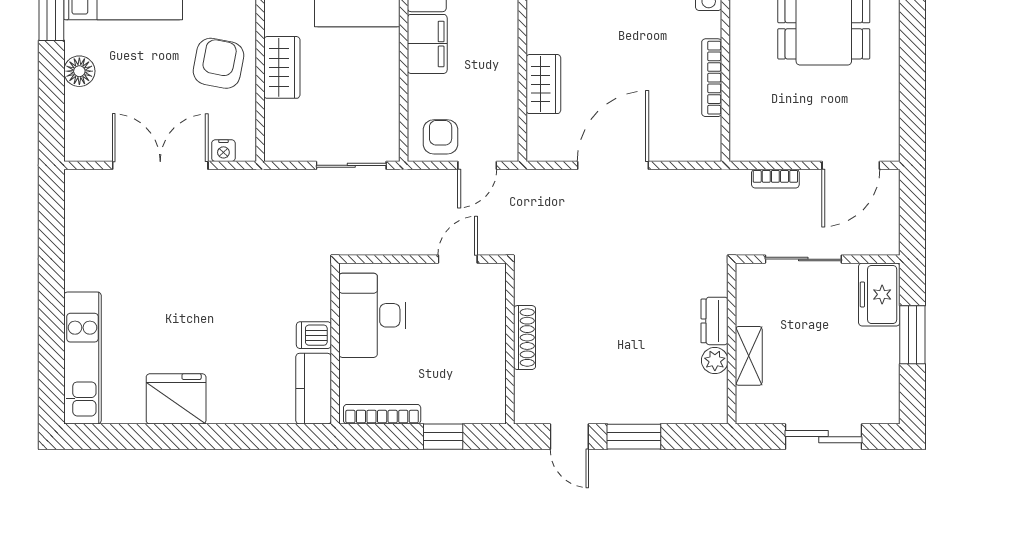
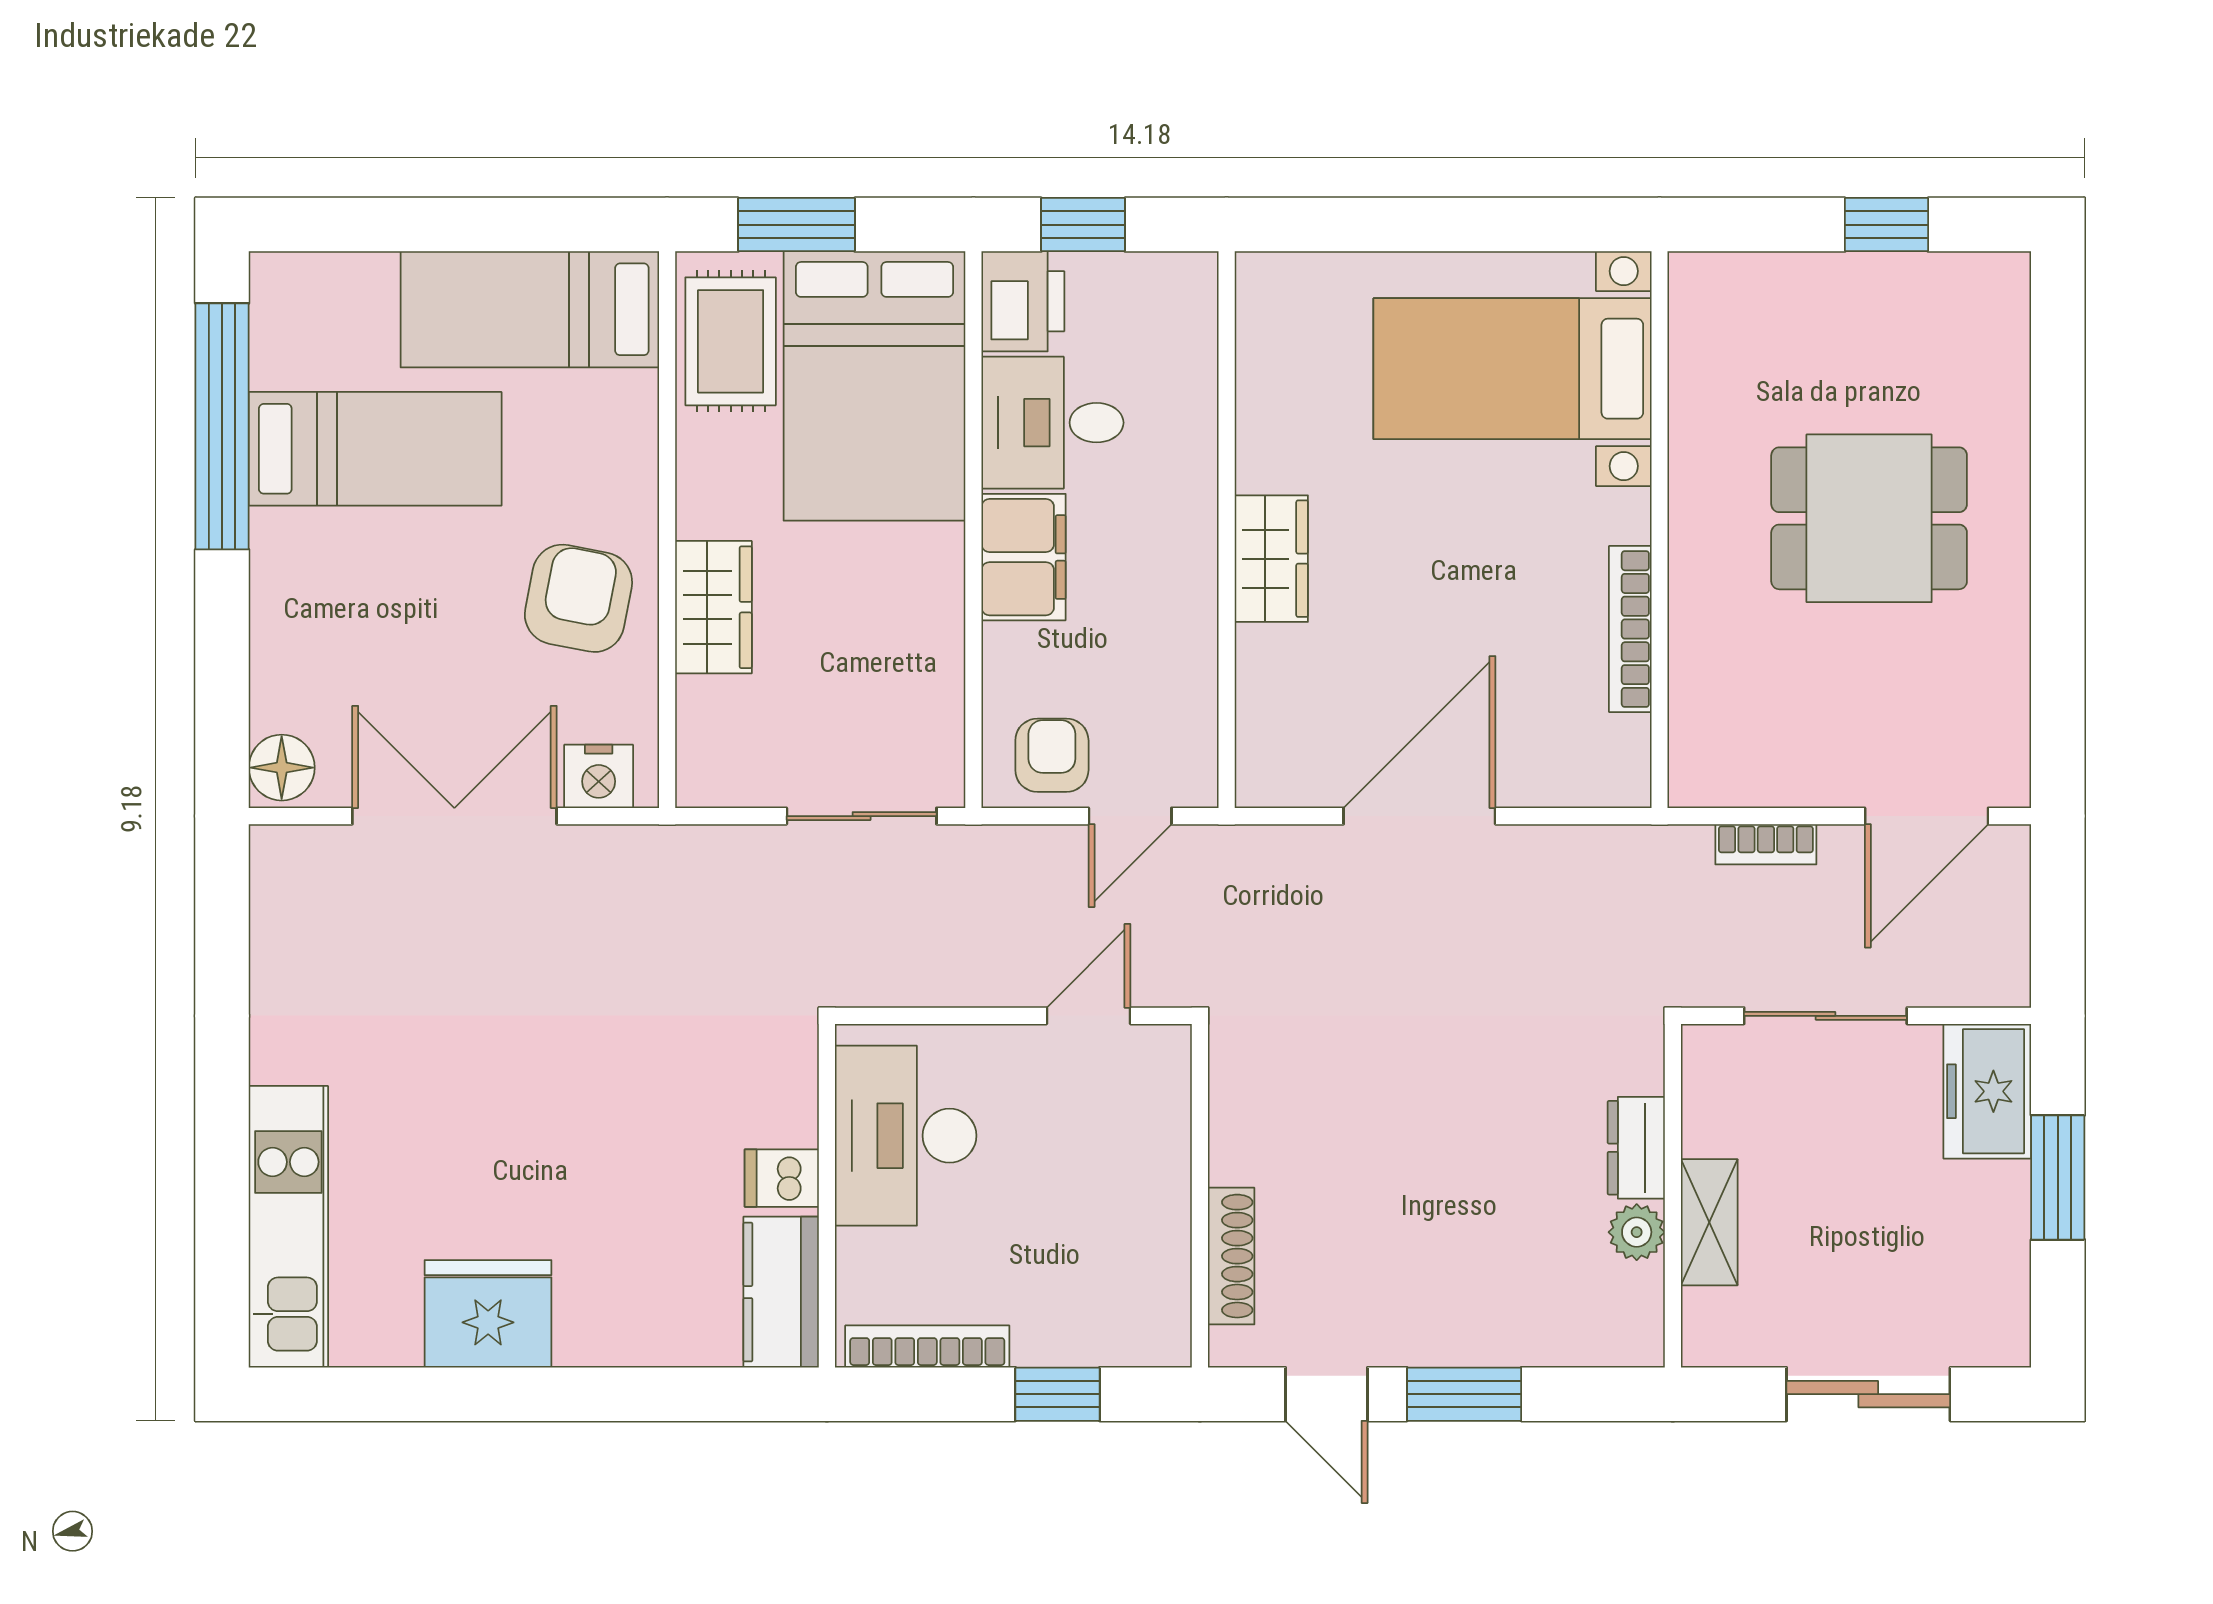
floor lamp: (79, 71) -> (282, 768), moved
wardrobe: (543, 84) -> (1271, 559), moved
nightstand: (223, 151) -> (599, 776), width x1.39, depth x1.35
shoe rack: (525, 338) -> (1231, 1256), moved

